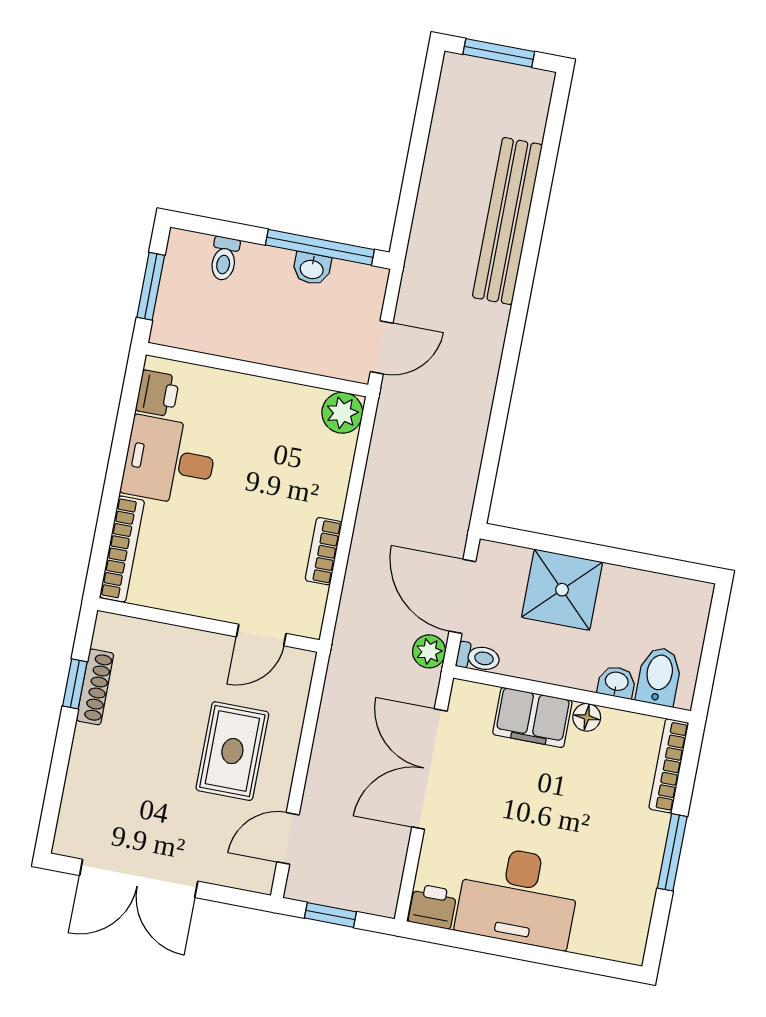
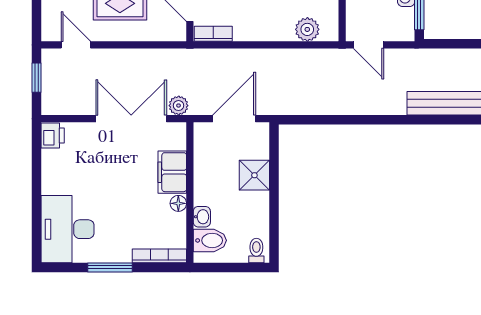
plant: (342, 413) -> (307, 29), moved
bookcase: (324, 551) -> (213, 34), moved
shower: (562, 590) -> (254, 175), width x0.73, depth x0.73
plant: (429, 651) -> (179, 106), moved
toilet: (478, 657) -> (256, 250), moved, turned 180
desk: (518, 897) -> (68, 229), moved

